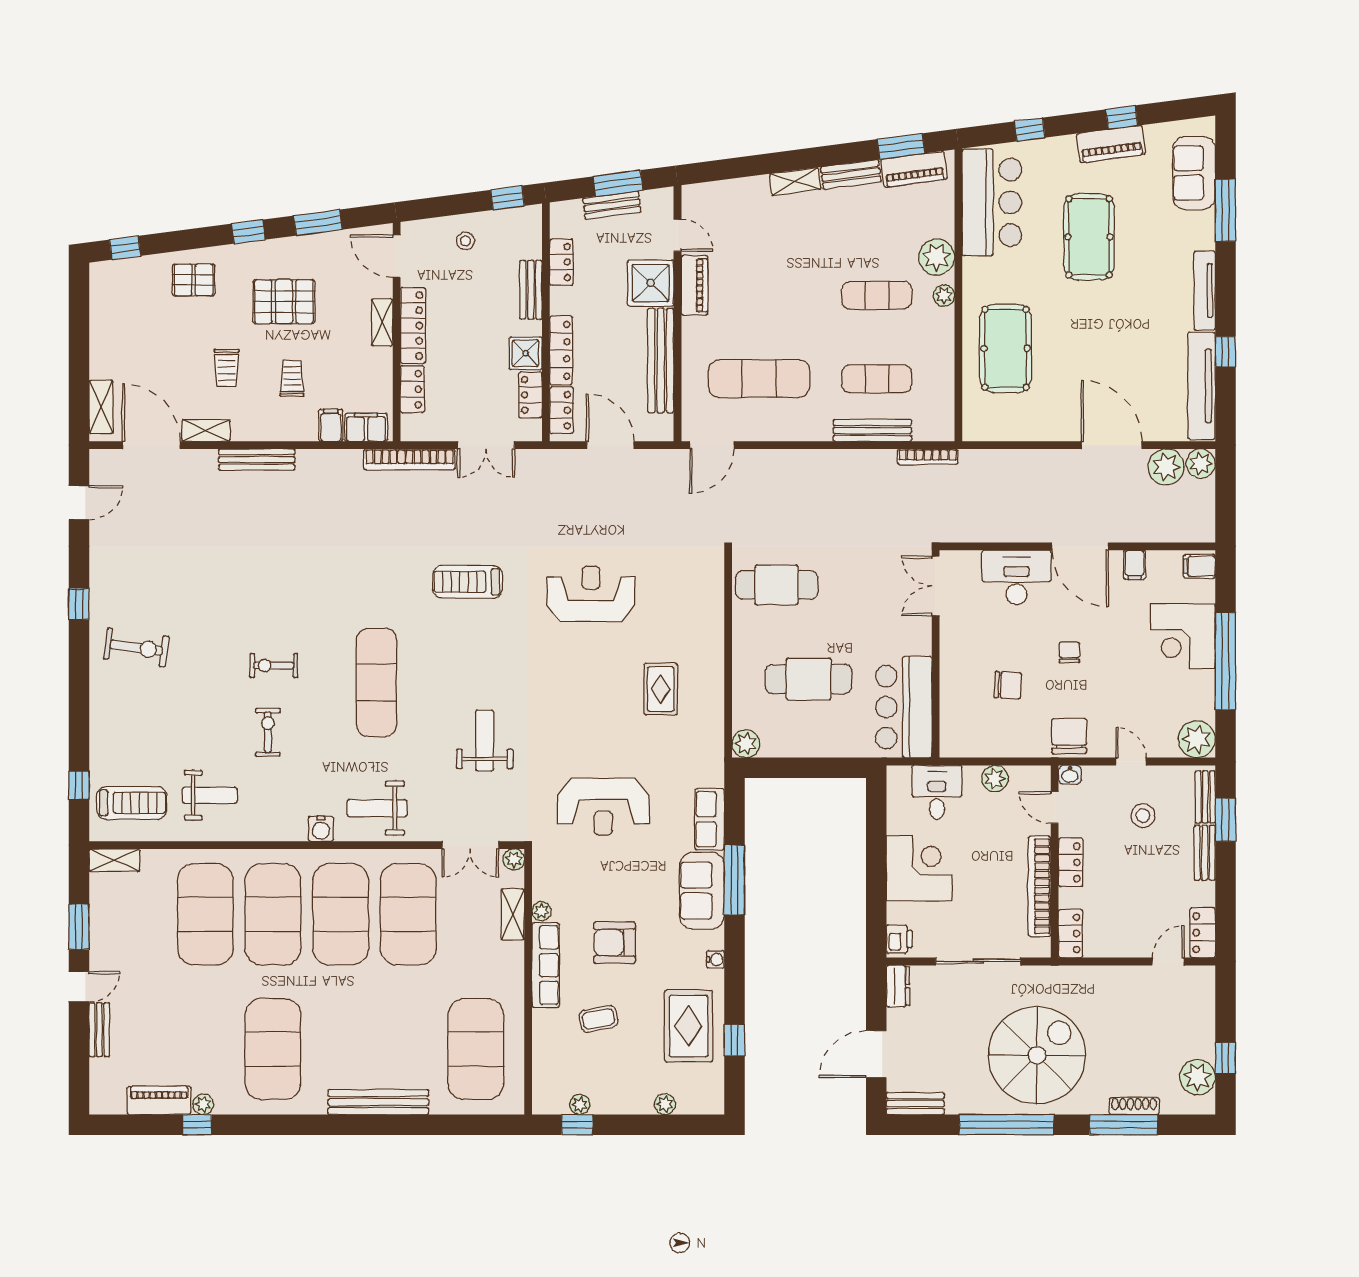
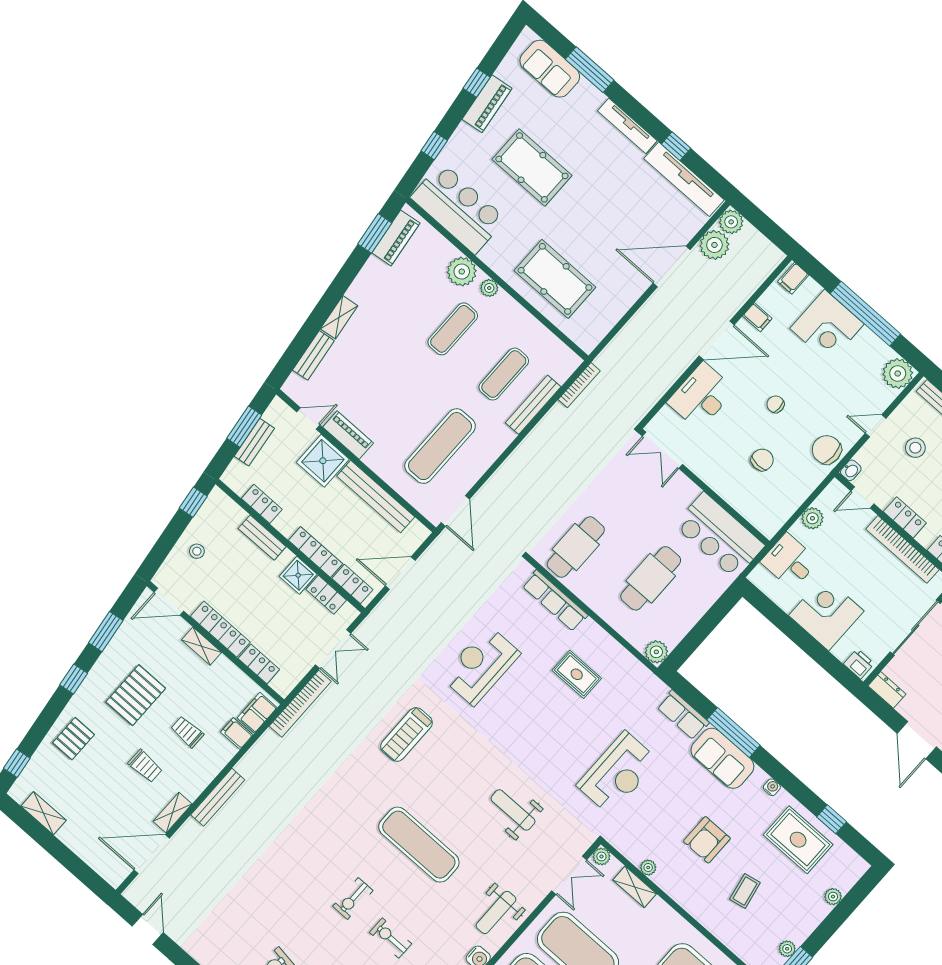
bench: (851, 174) -> (313, 355), moved
shelving: (101, 407) -> (44, 813), moved
row of seats: (546, 965) -> (555, 601), moved, turned 180

